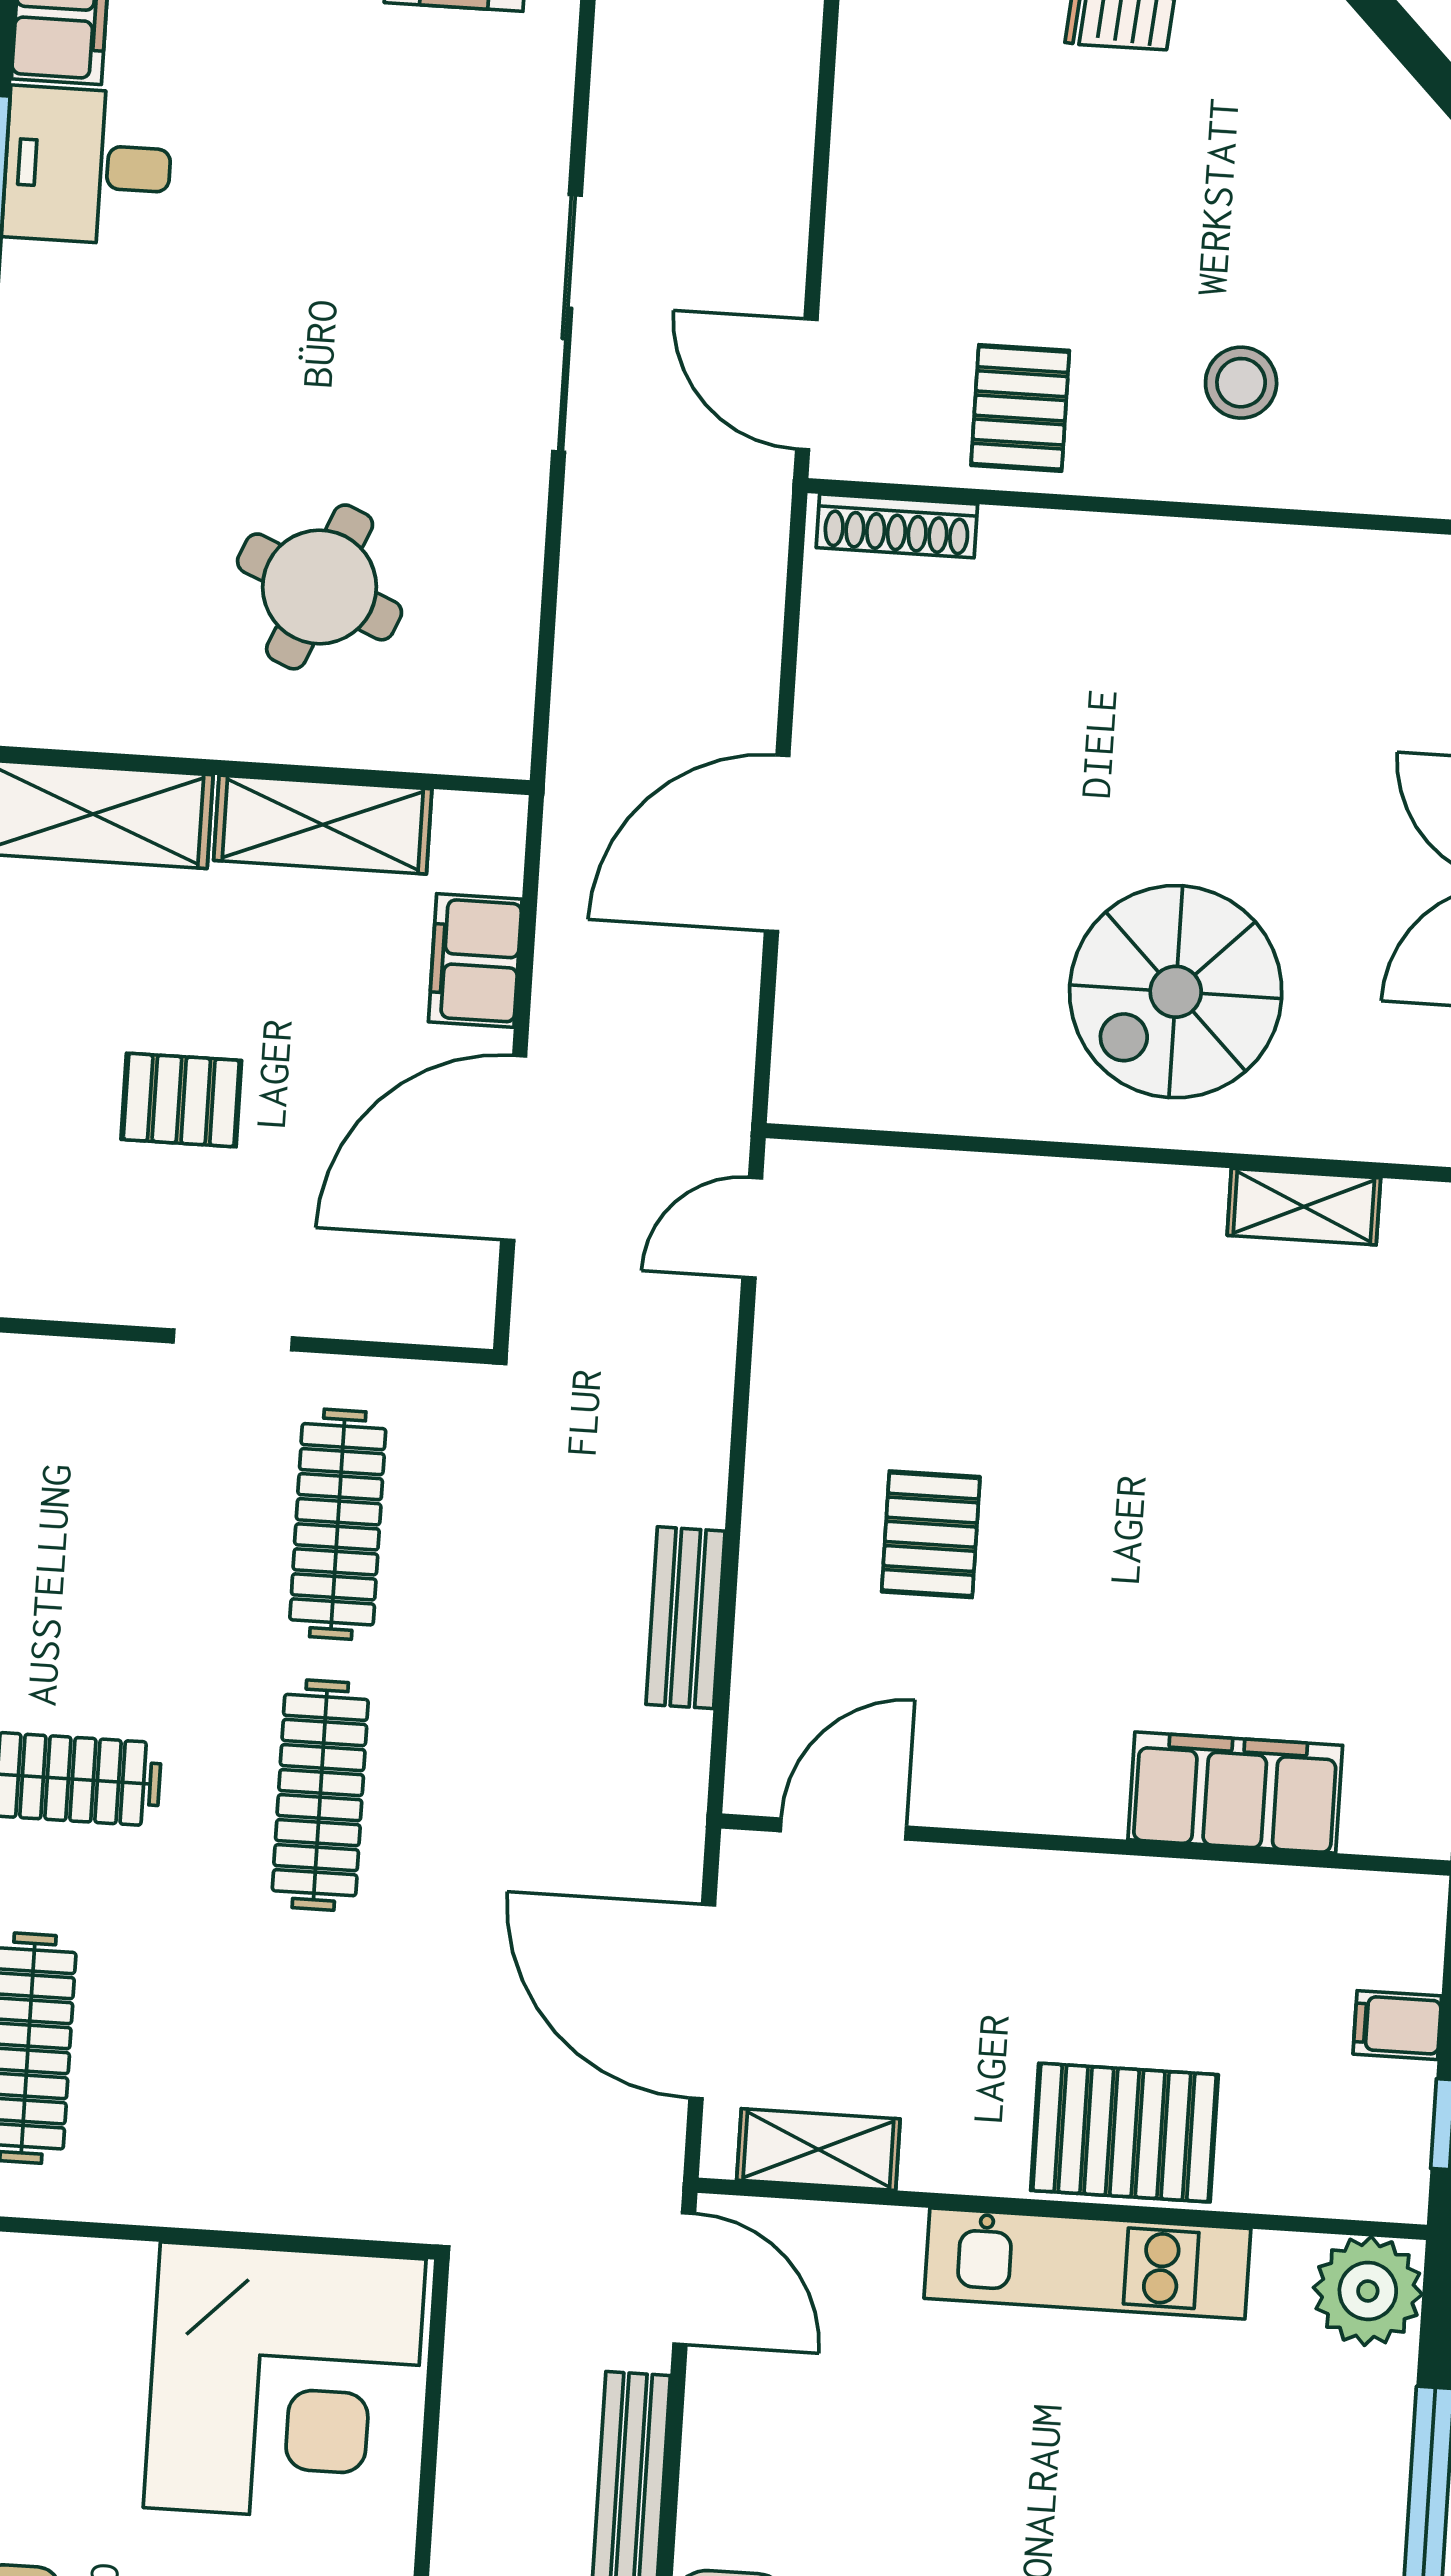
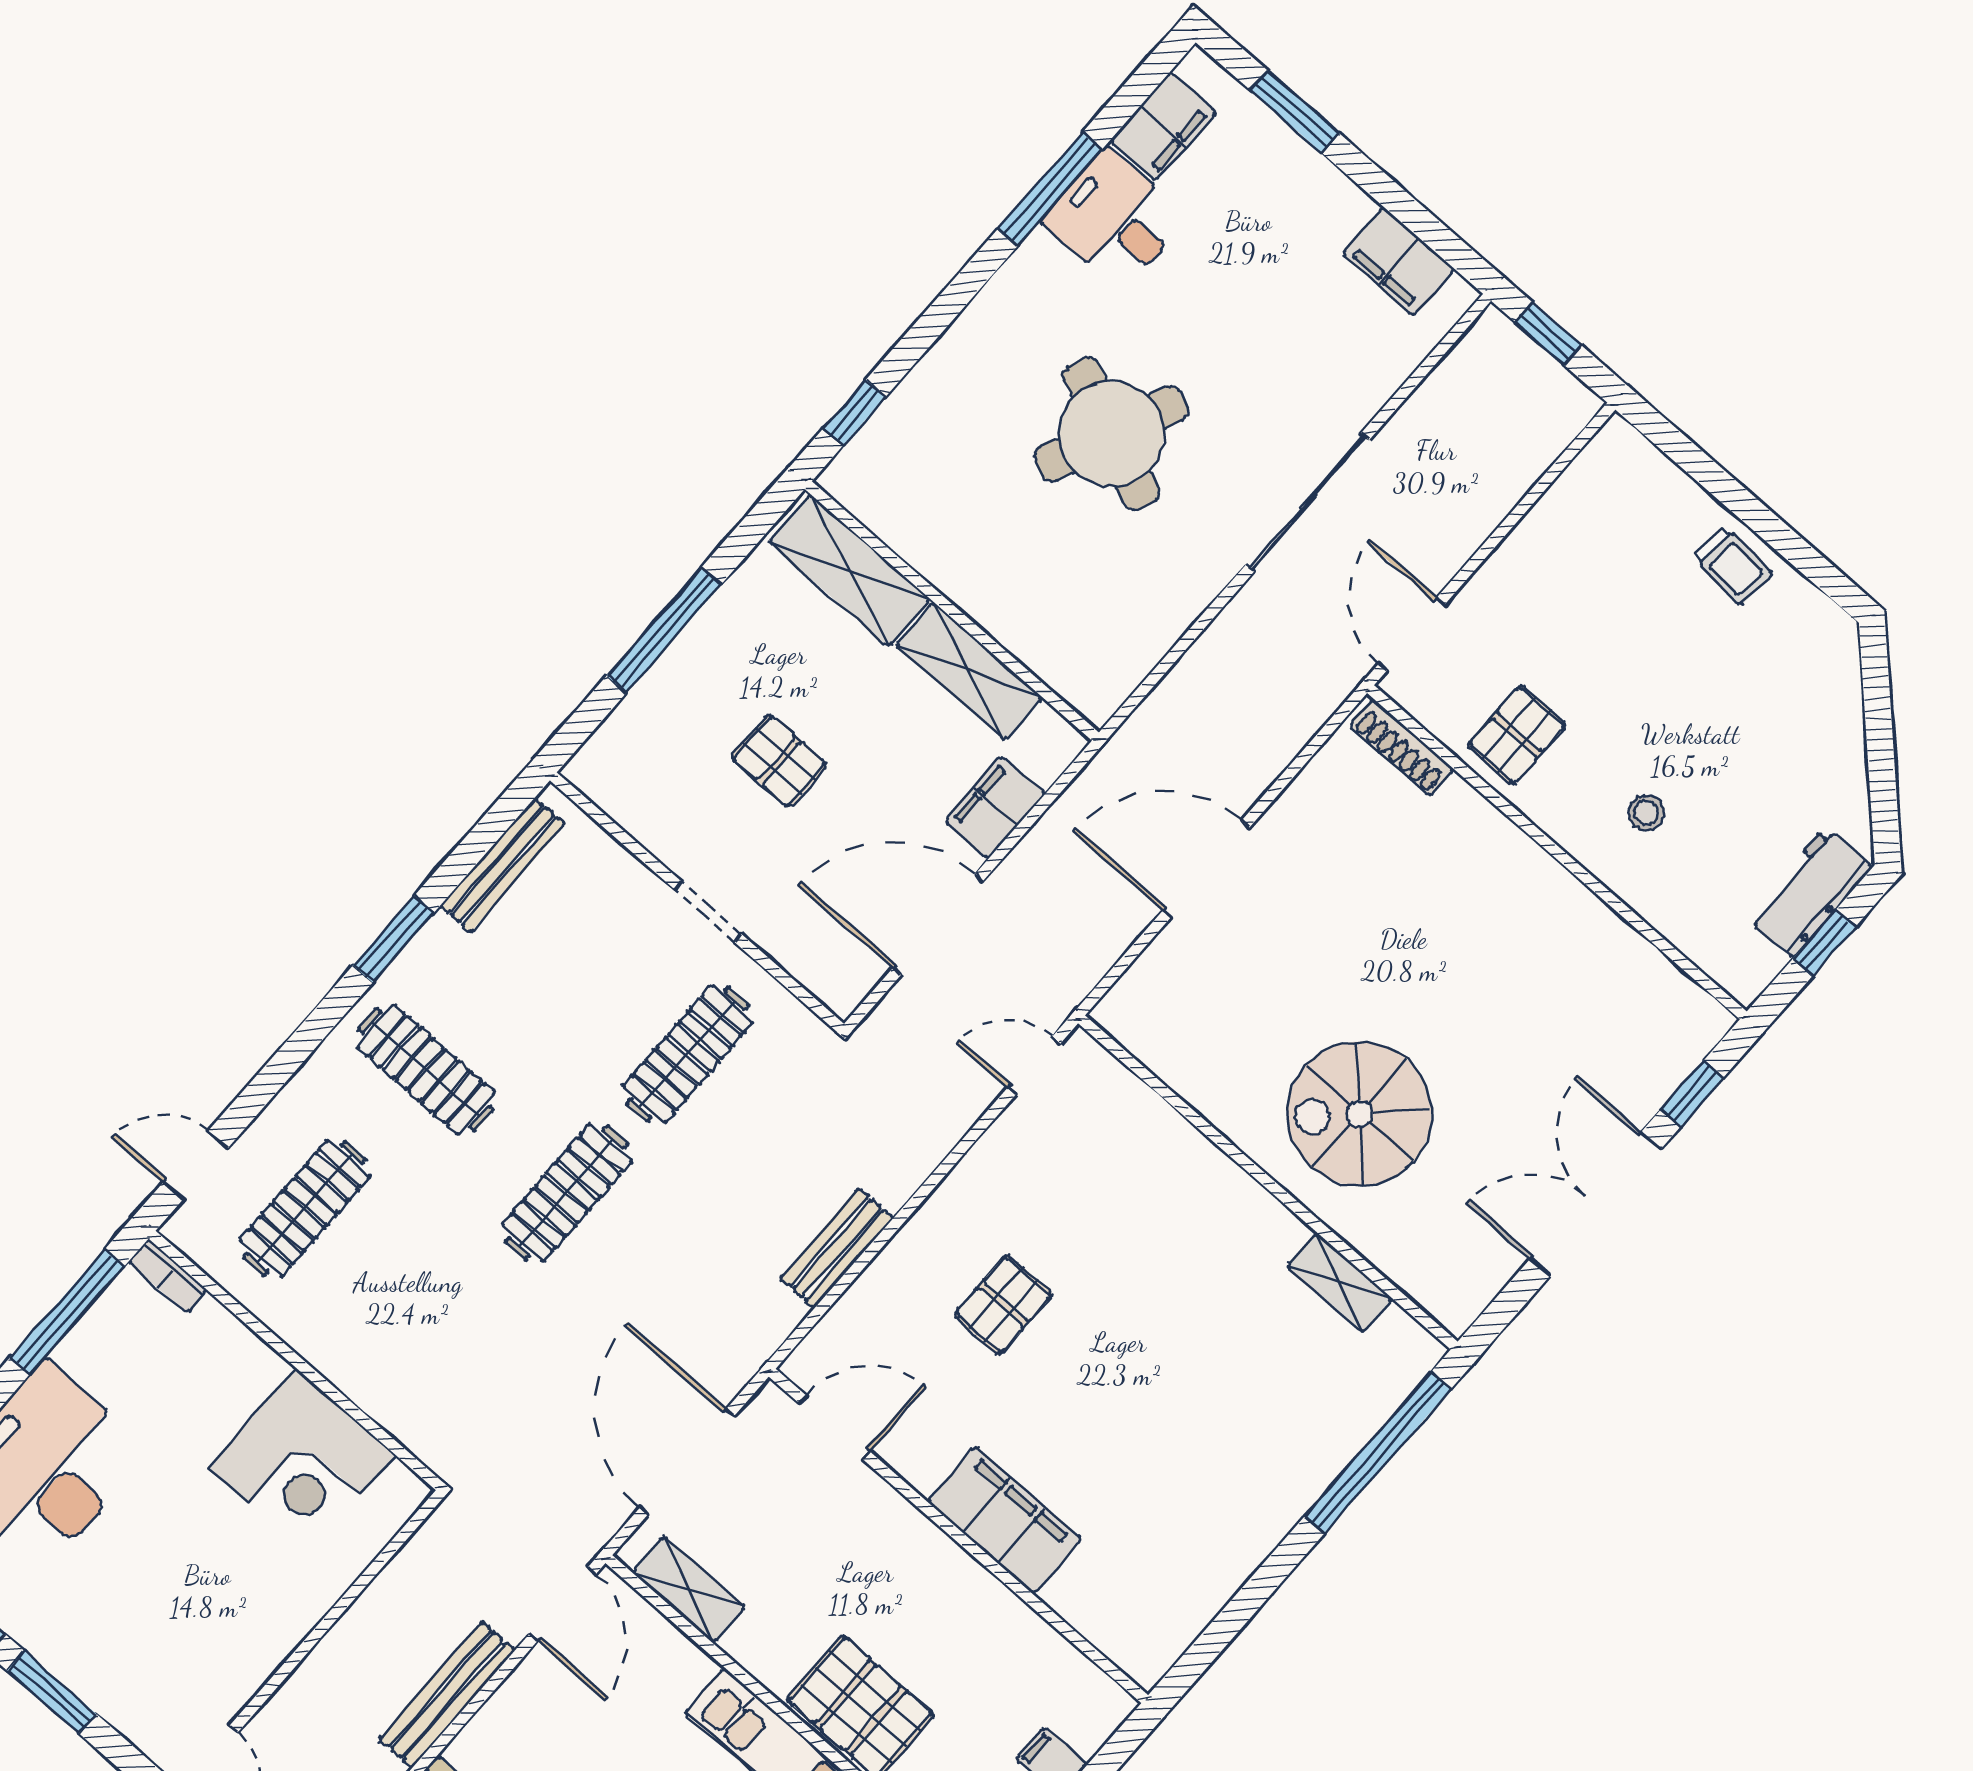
stool: (1241, 383) -> (1646, 813), width x0.73, depth x0.73
round table: (320, 587) -> (1111, 434), moved, width x1.36, depth x1.36
filing cabinet: (1235, 1793) -> (1004, 1520), moved
corner desk: (285, 2383) -> (302, 1461), width x0.74, depth x0.74

